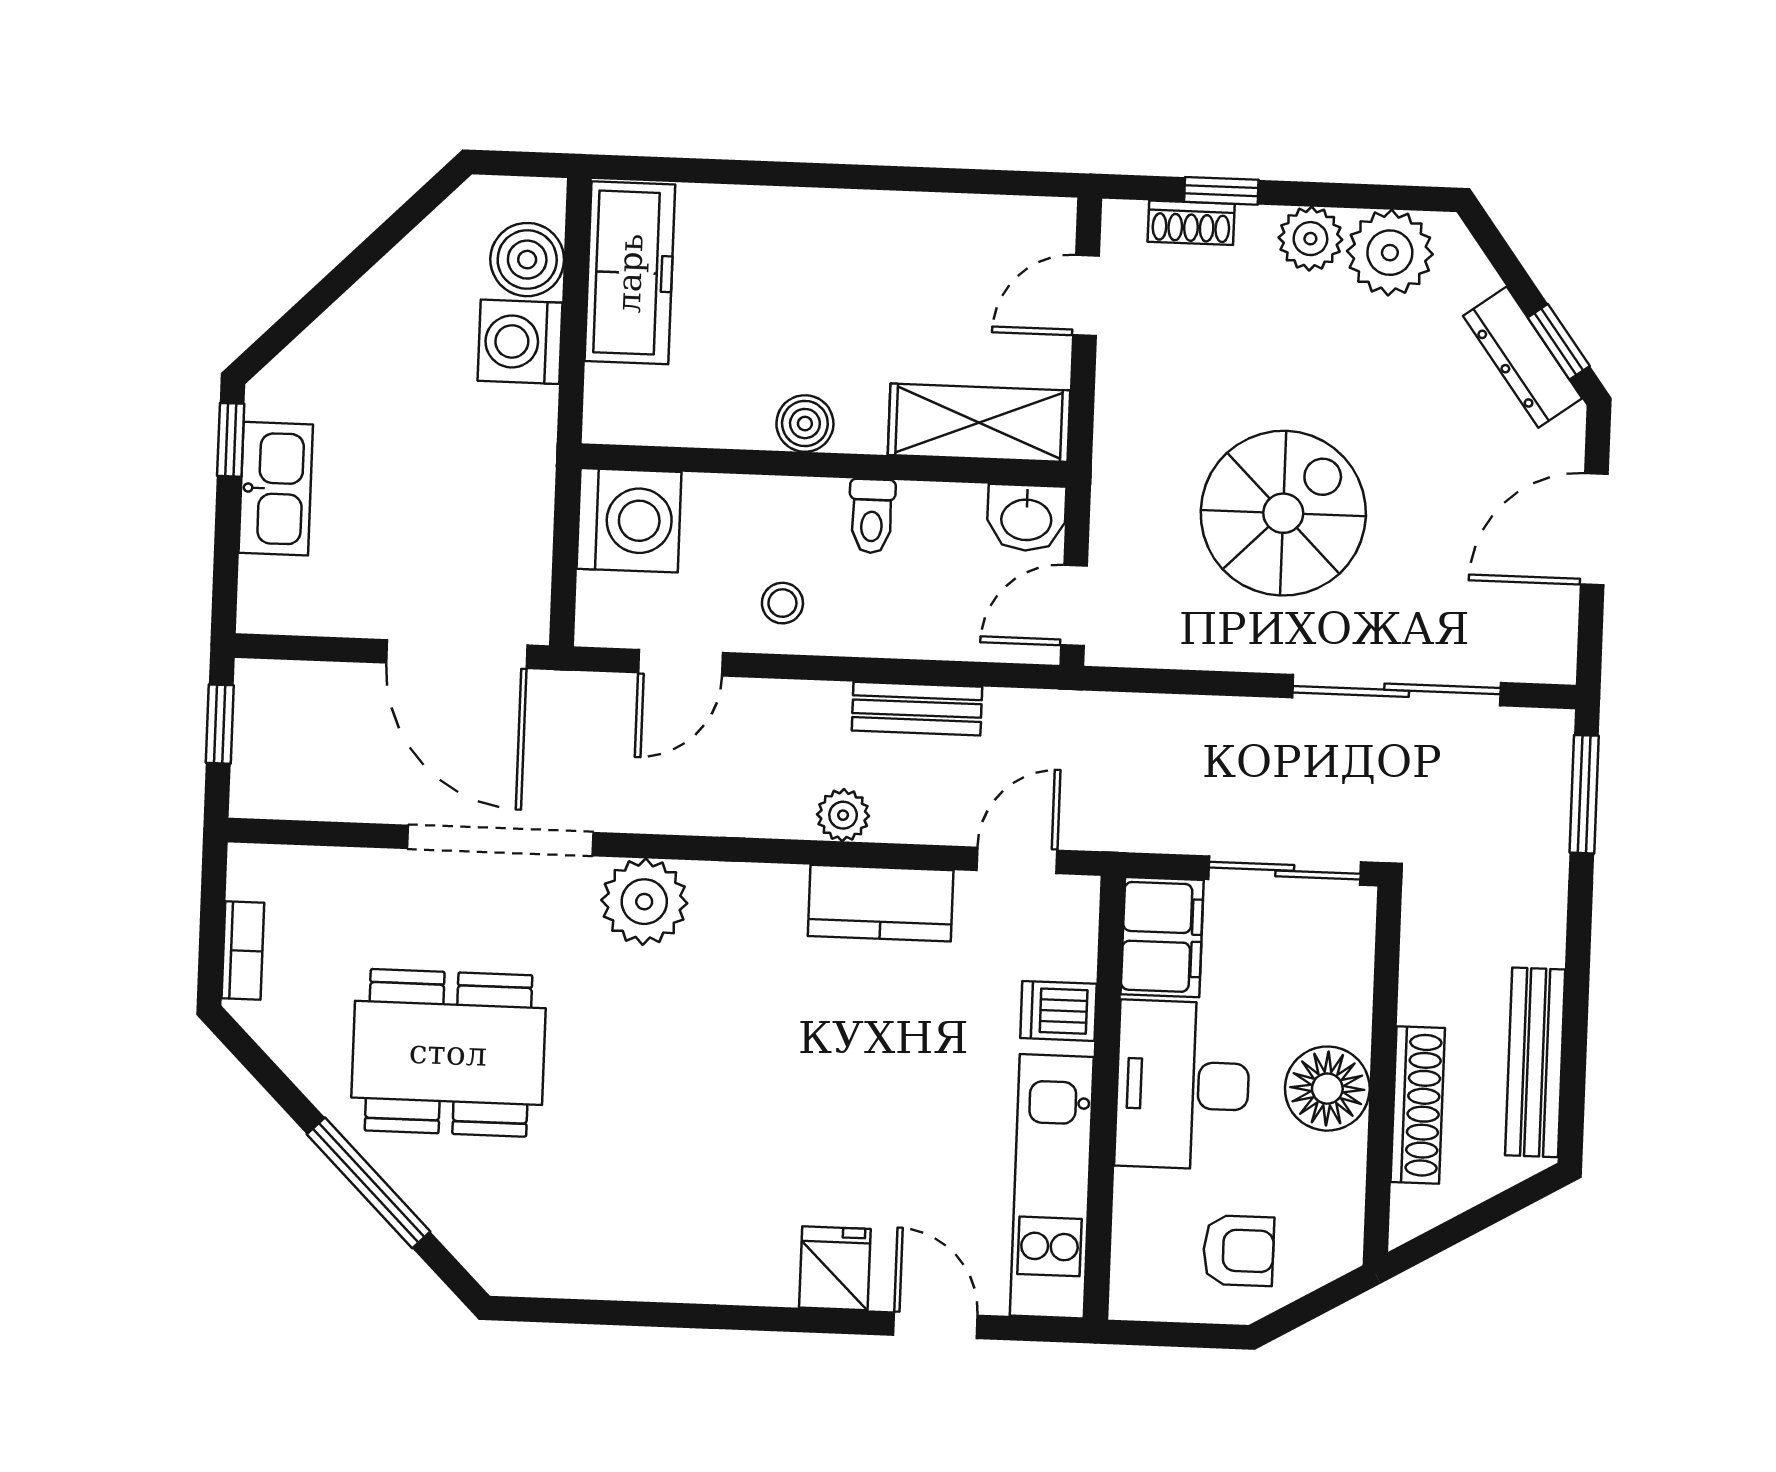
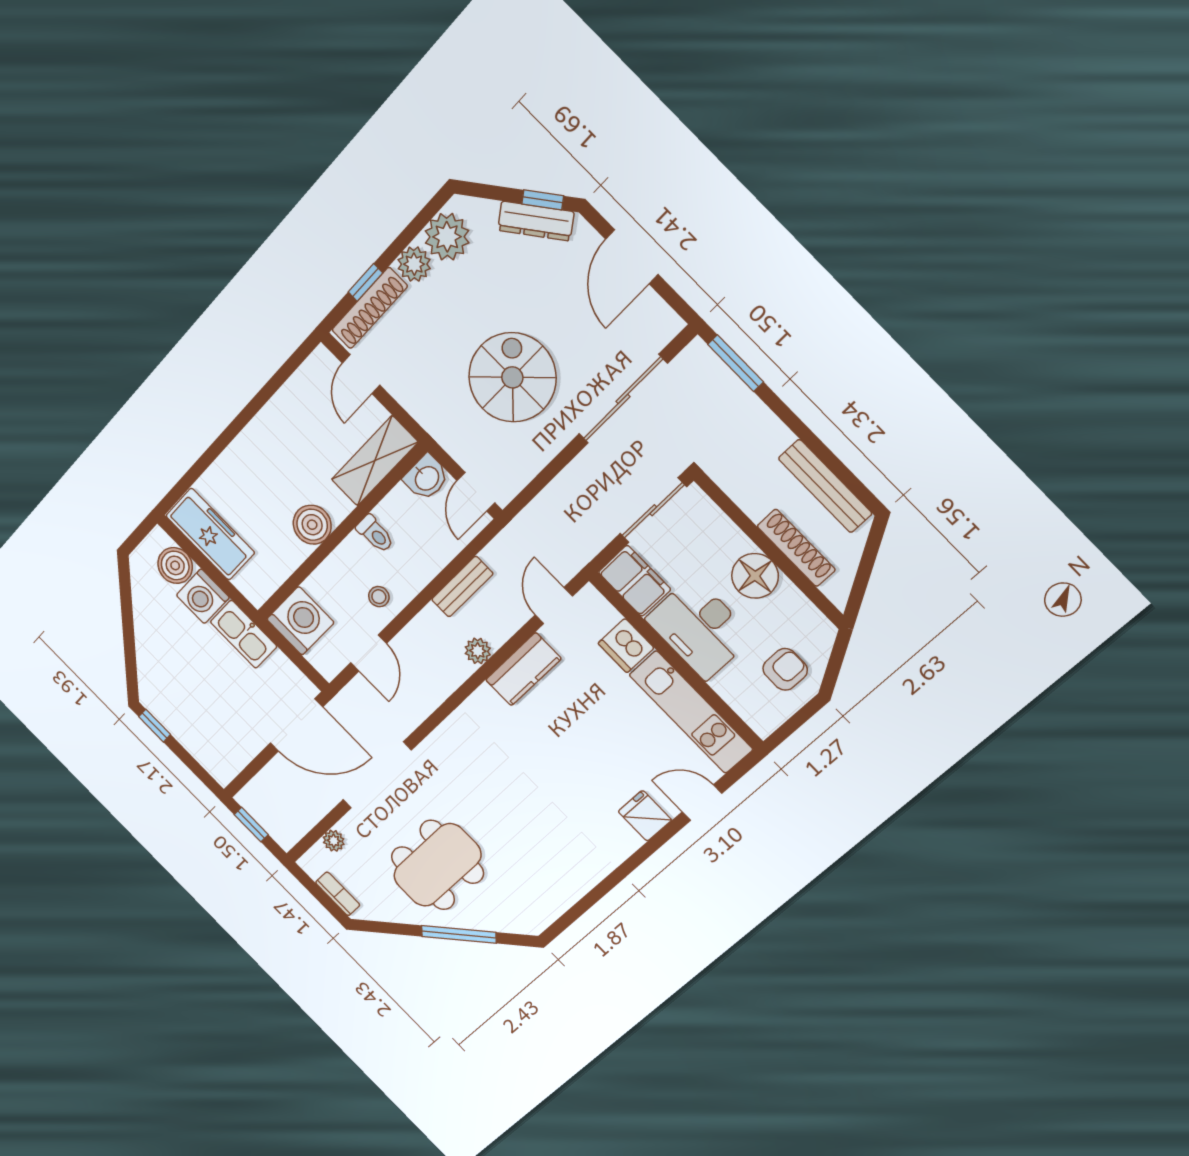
shoe rack: (1191, 223) -> (370, 308), width x1.94, depth x1.24
boiler: (805, 424) -> (312, 525), width x1.36, depth x1.36
kitchen sink: (276, 489) -> (244, 634), moved, turned 180
plant: (644, 902) -> (334, 841), moved, width x0.53, depth x0.53
dishwasher: (1058, 1011) -> (626, 646), width x1.38

